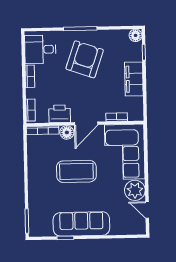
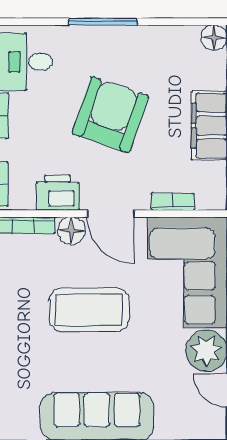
armchair: (85, 59) -> (110, 115), moved
door: (86, 124) -> (111, 214), hinge flipped

